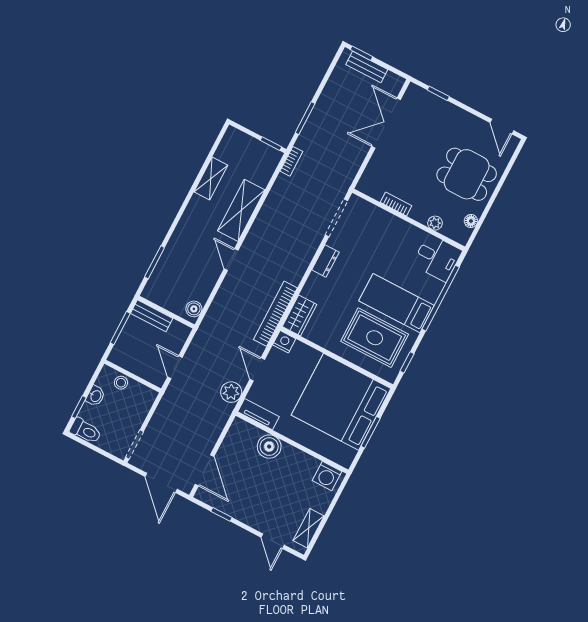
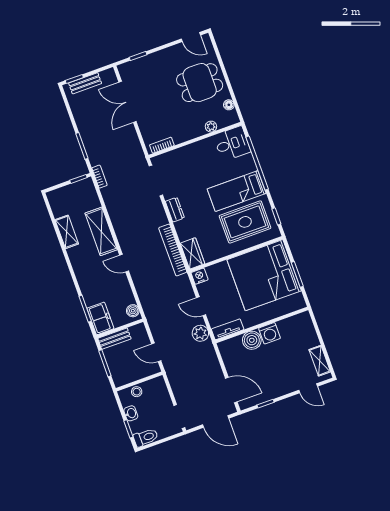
bookcase: (396, 204) -> (162, 145), moved
freezer: (159, 285) -> (100, 318), added
bookcase: (275, 314) -> (173, 250), moved
washing machine: (327, 476) -> (270, 333), moved

